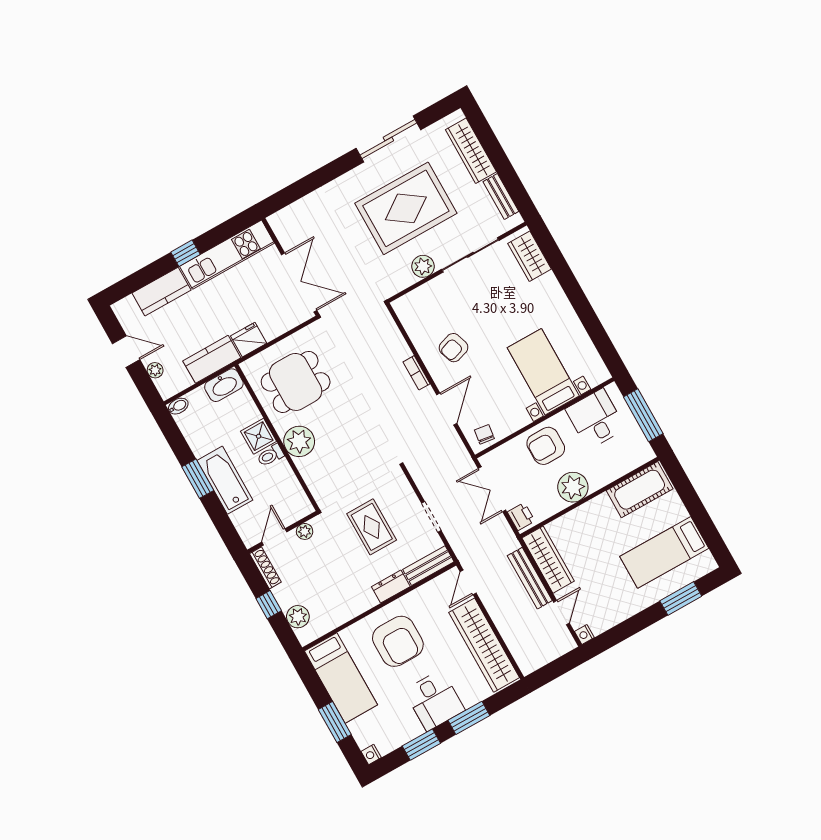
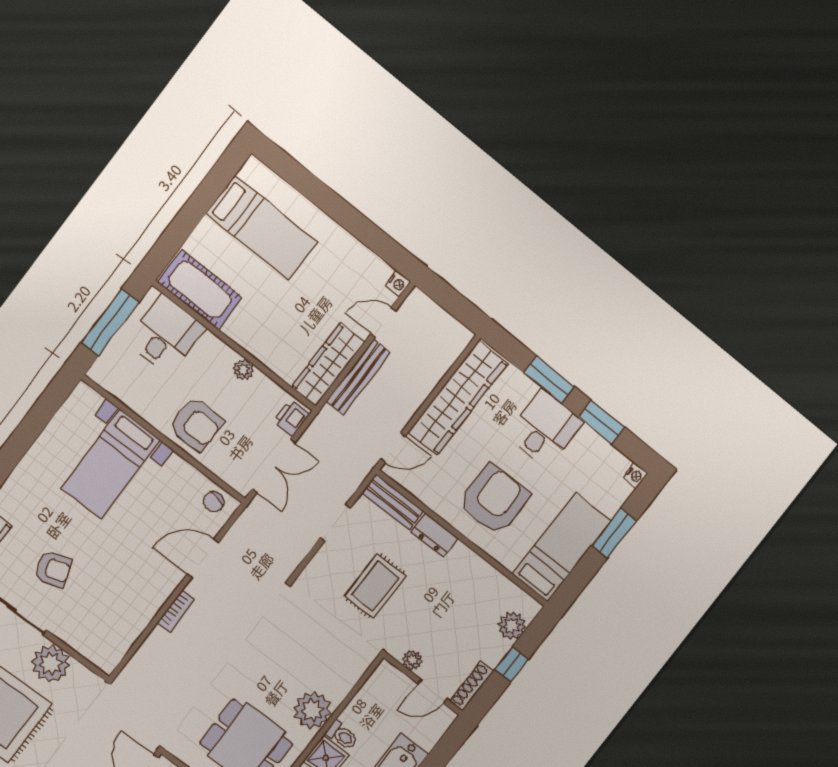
plant: (423, 266) -> (51, 664), width x1.36, depth x1.36
armchair: (454, 348) -> (53, 569), moved
desk: (596, 419) -> (166, 335), moved, turned 180
plant: (573, 487) -> (243, 370), width x0.53, depth x0.53
window: (681, 598) -> (308, 185), removed

